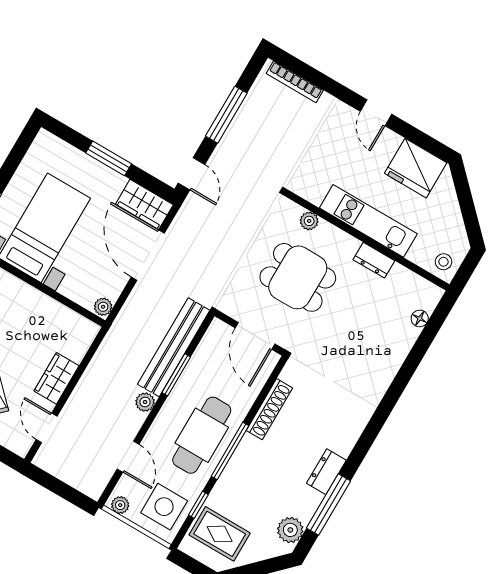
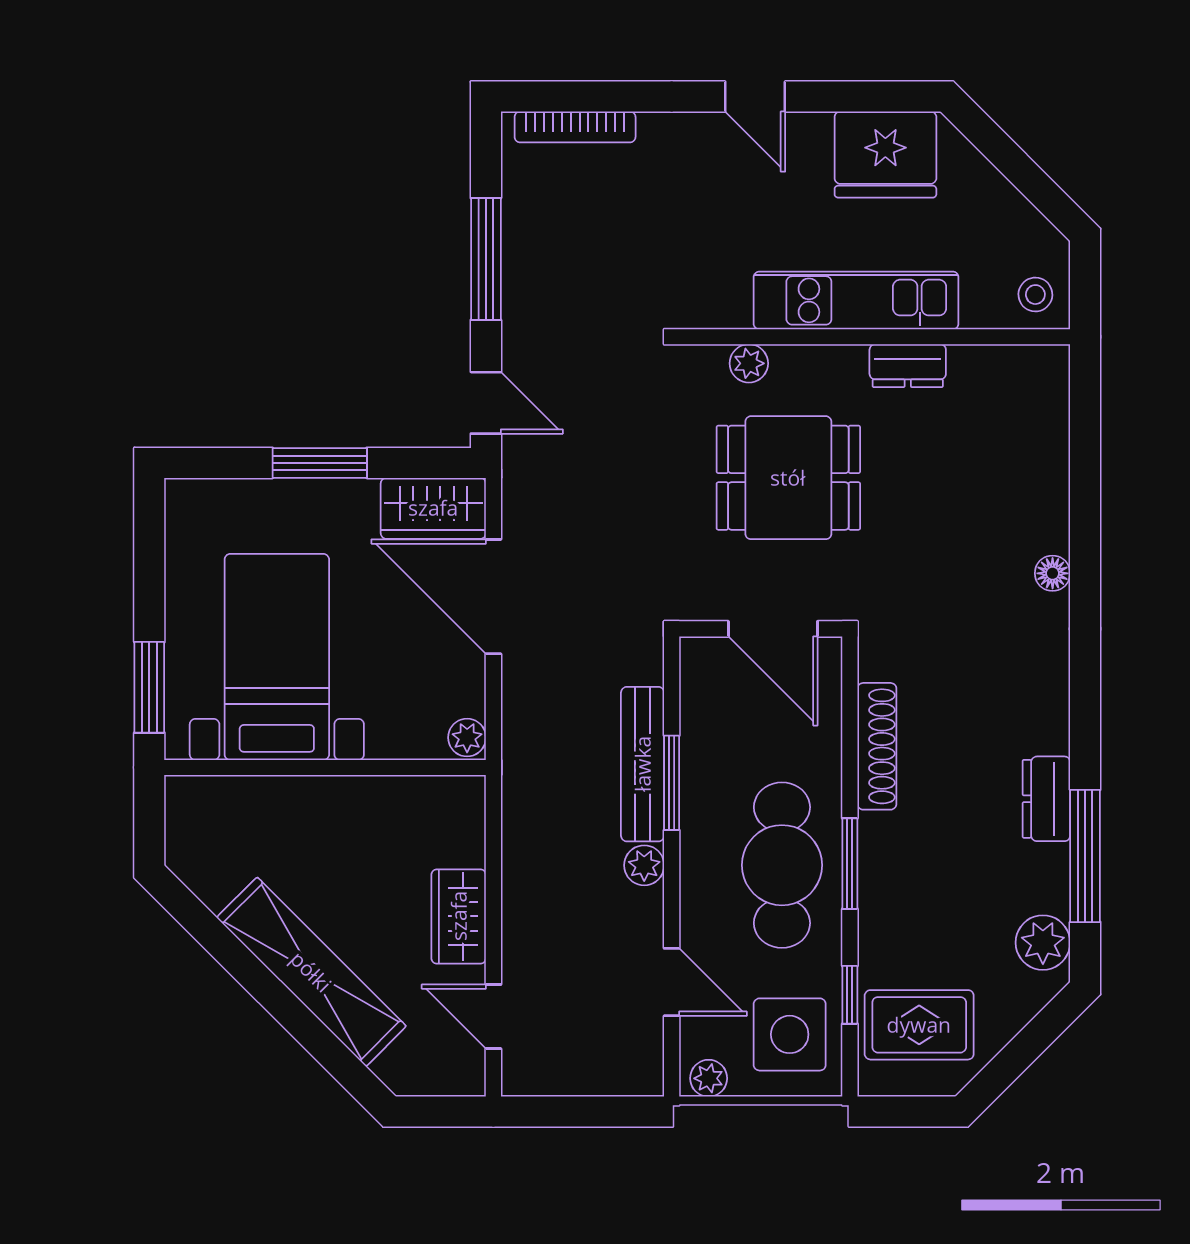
floor lamp: (420, 318) -> (1053, 573), moved
bench: (174, 347) -> (643, 764), width x0.73, depth x0.82
window: (230, 451) -> (850, 864), width x0.69

